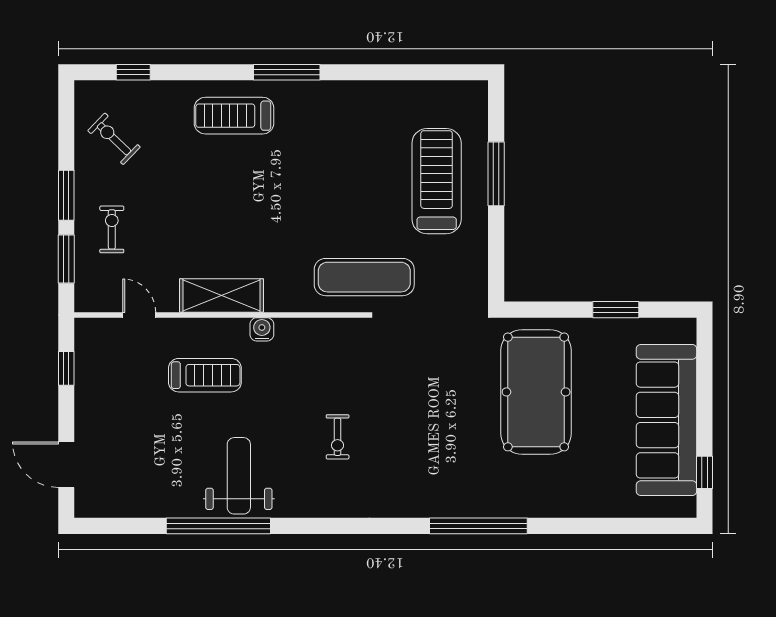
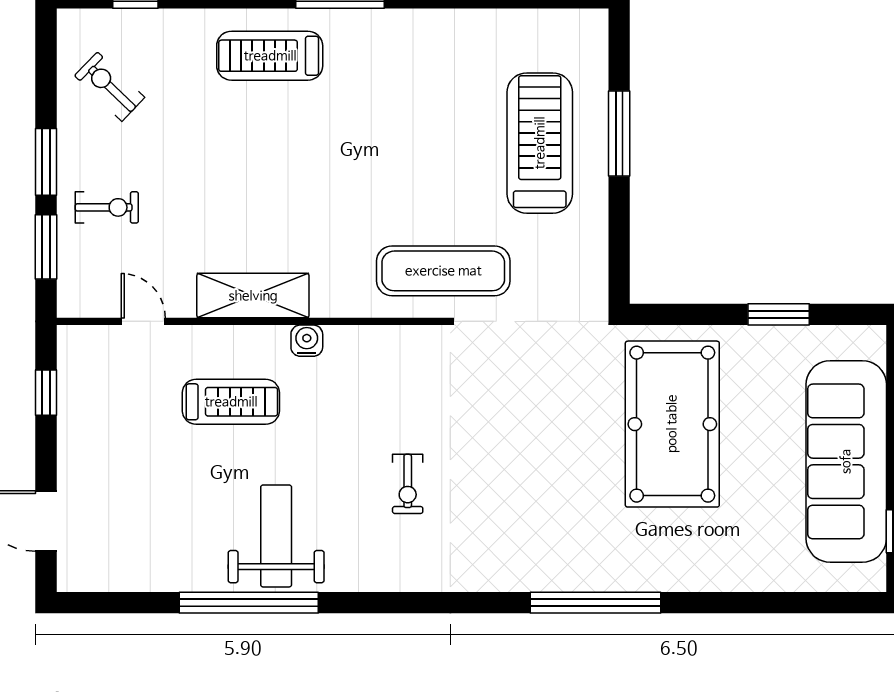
exercise bike: (112, 229) -> (107, 207), turned 90

